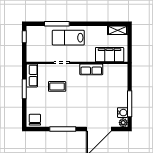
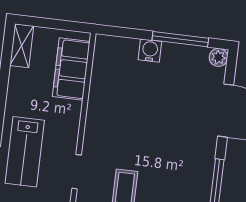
row of seats: (91, 69) -> (98, 111), removed
water cooler: (123, 113) -> (150, 51), moved

